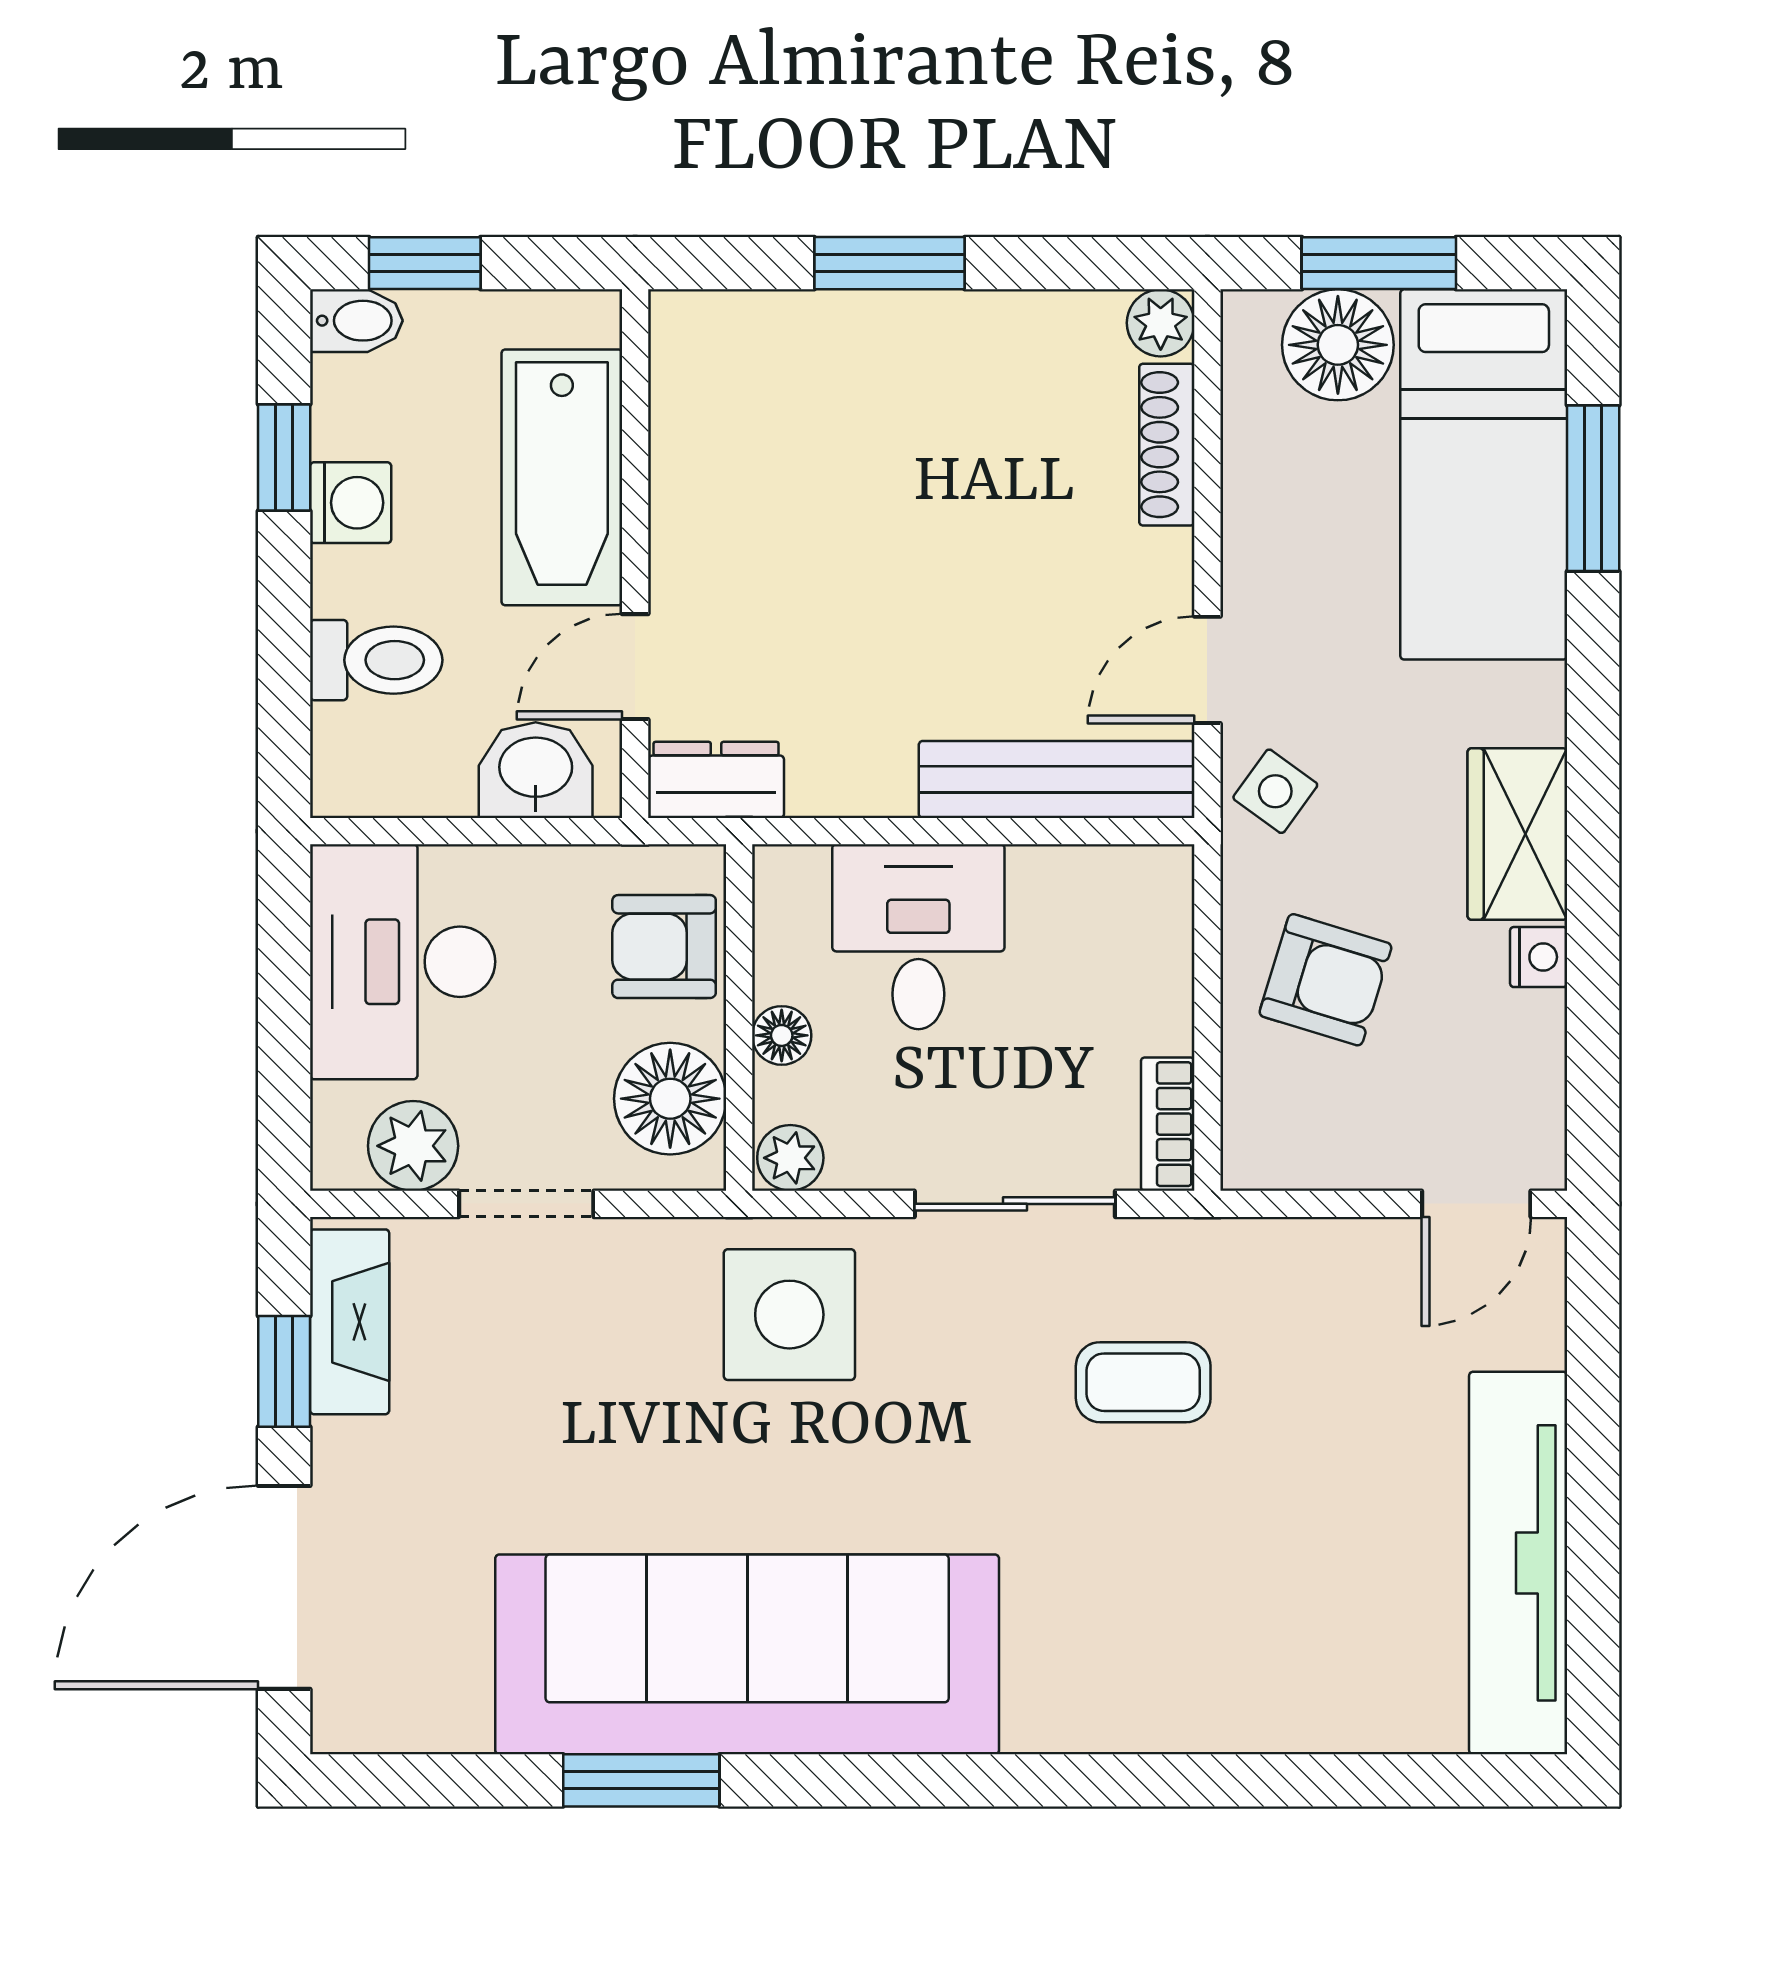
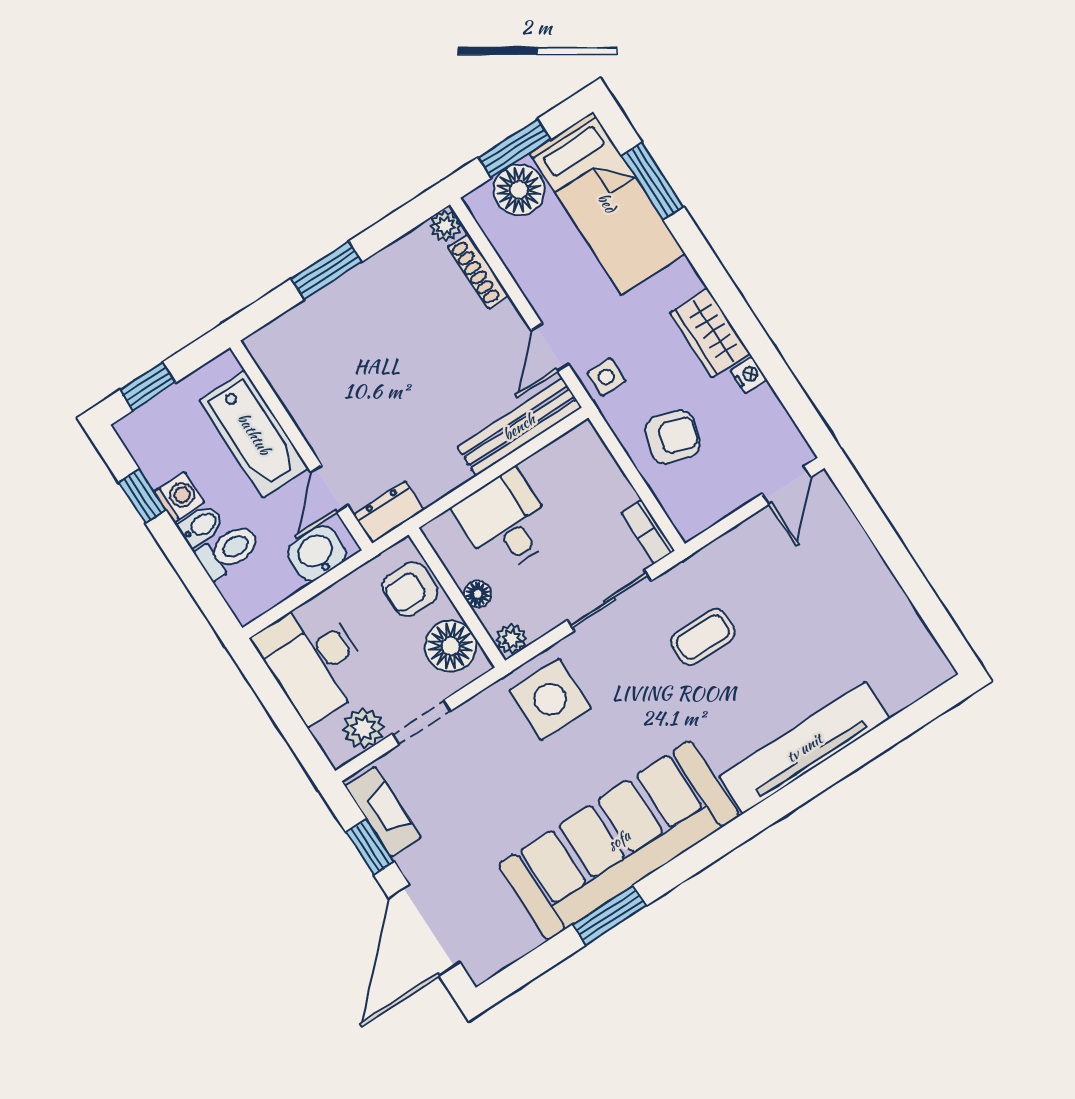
bidet: (356, 321) -> (201, 526), moved
side table: (1275, 791) -> (606, 377), turned -36
tv unit: (1518, 1563) -> (804, 748), moved, turned 90

